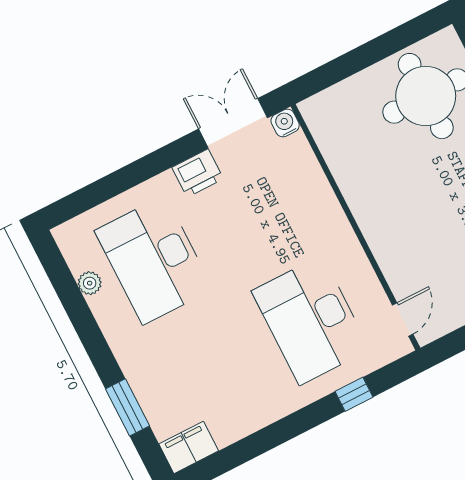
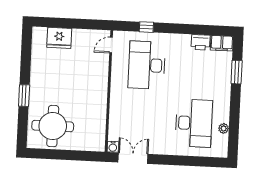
double door: (233, 123) -> (133, 158), swing flipped
printer: (198, 173) -> (201, 42), moved, turned 180
desk: (311, 320) -> (147, 65), turned 180

